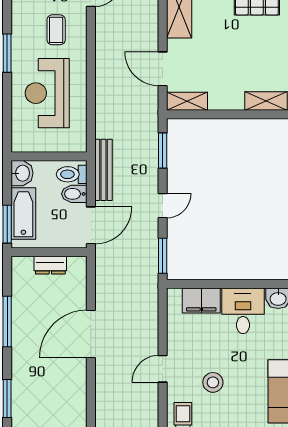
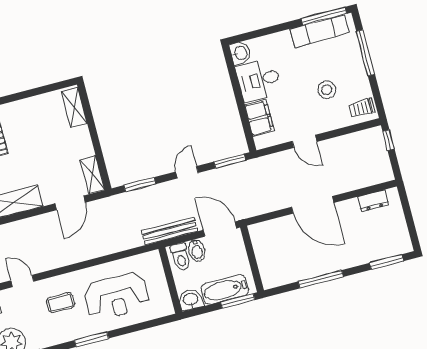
door: (163, 206) -> (187, 172), hinge flipped
dresser: (50, 265) -> (373, 201), moved, turned 90
door: (163, 369) -> (305, 141), moved

